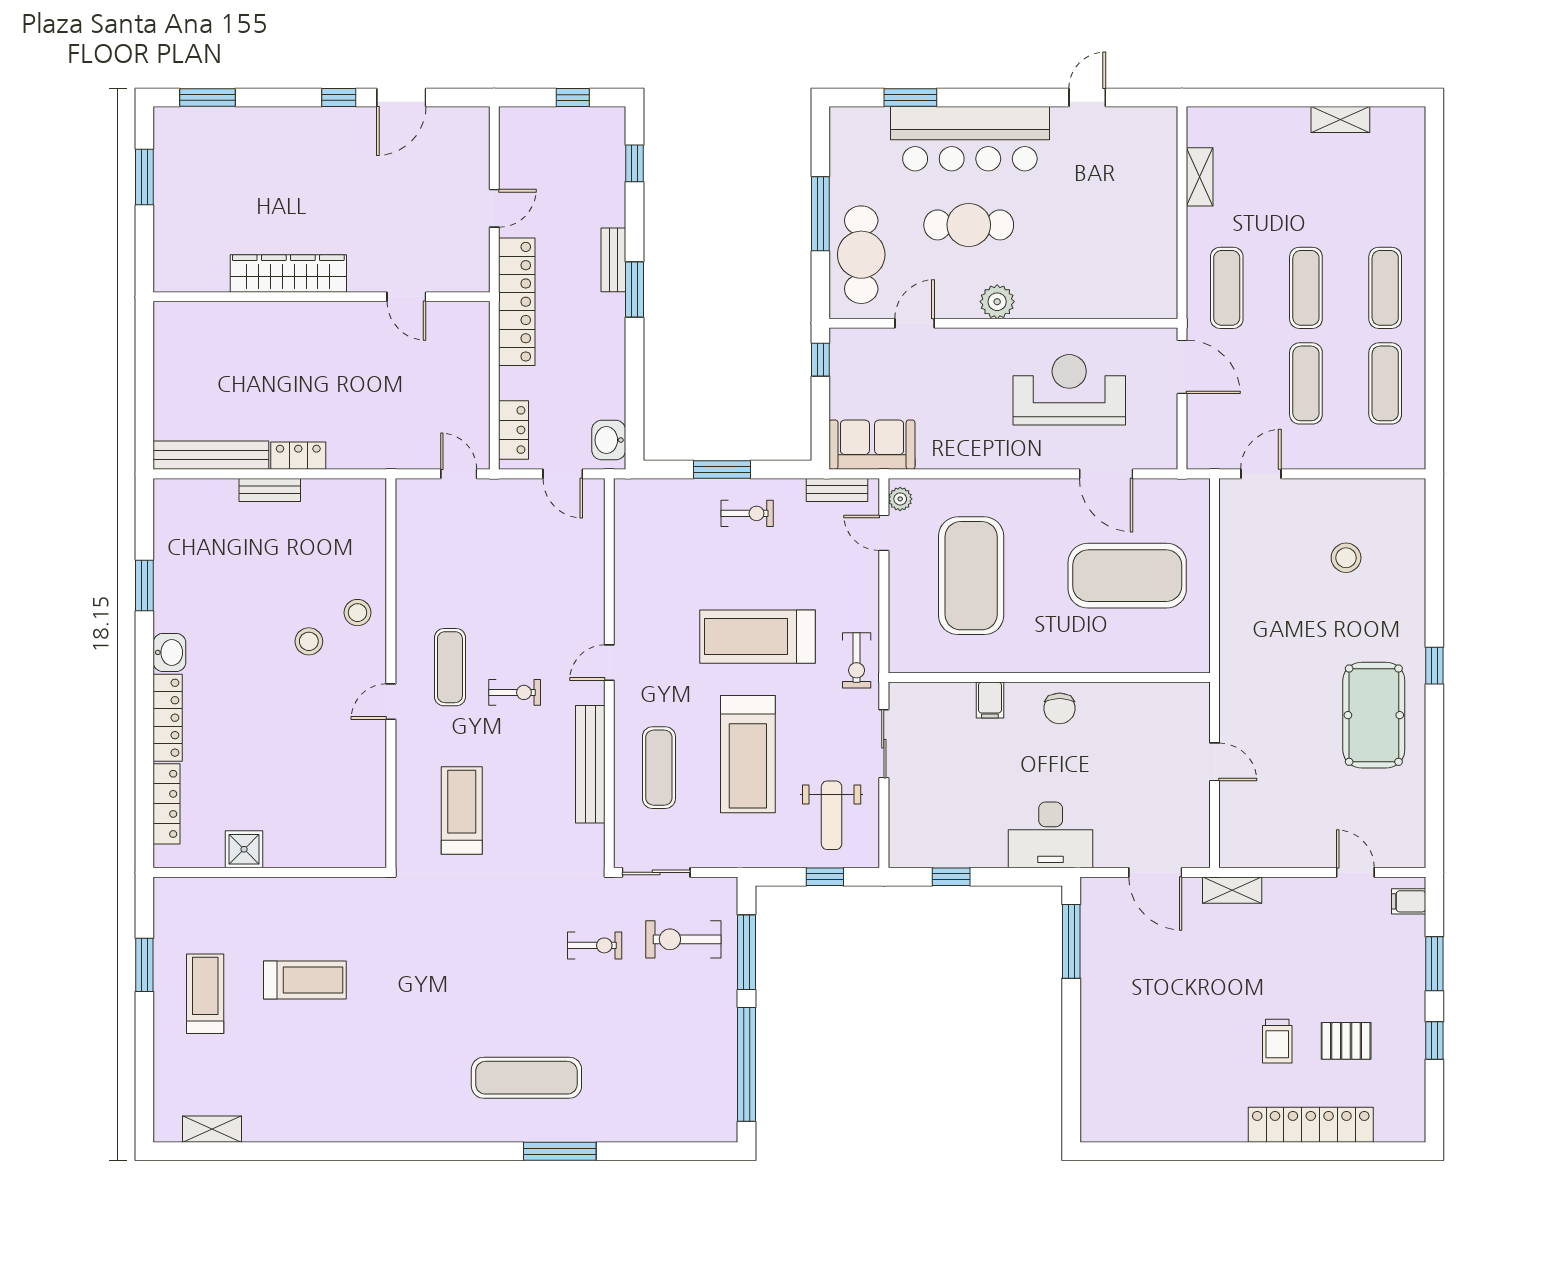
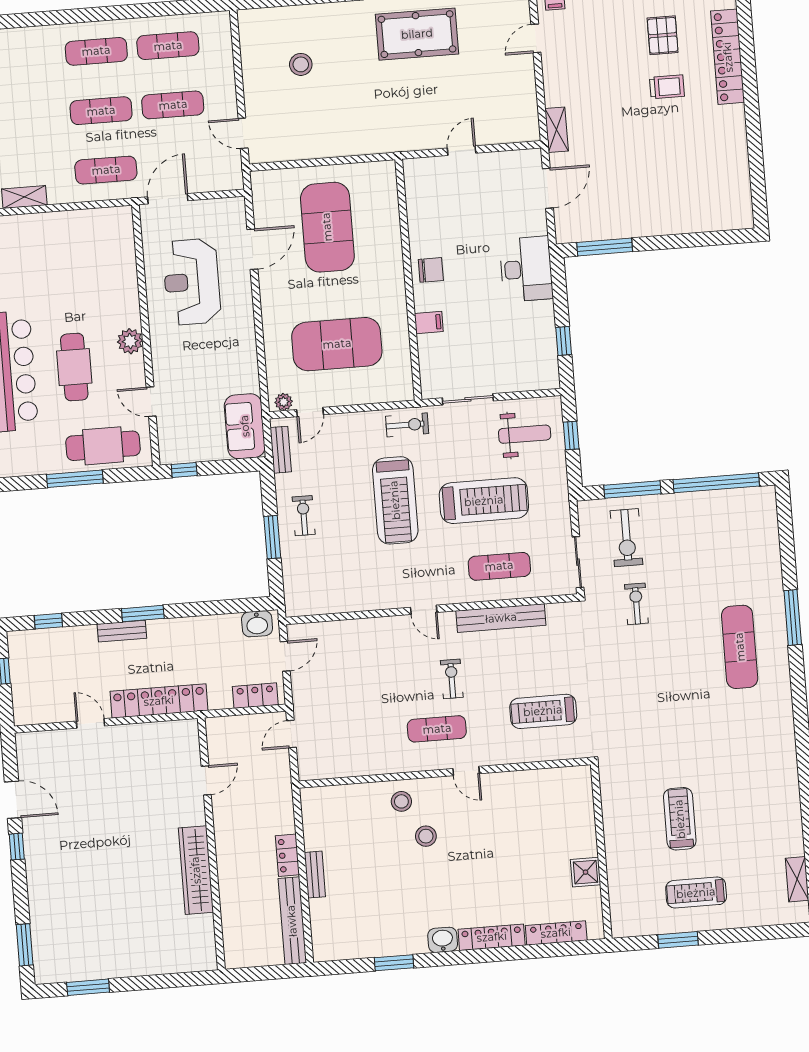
wardrobe: (288, 274) -> (196, 870), moved
wall: (322, 297) -> (211, 844), moved
door: (406, 297) -> (206, 780), moved

